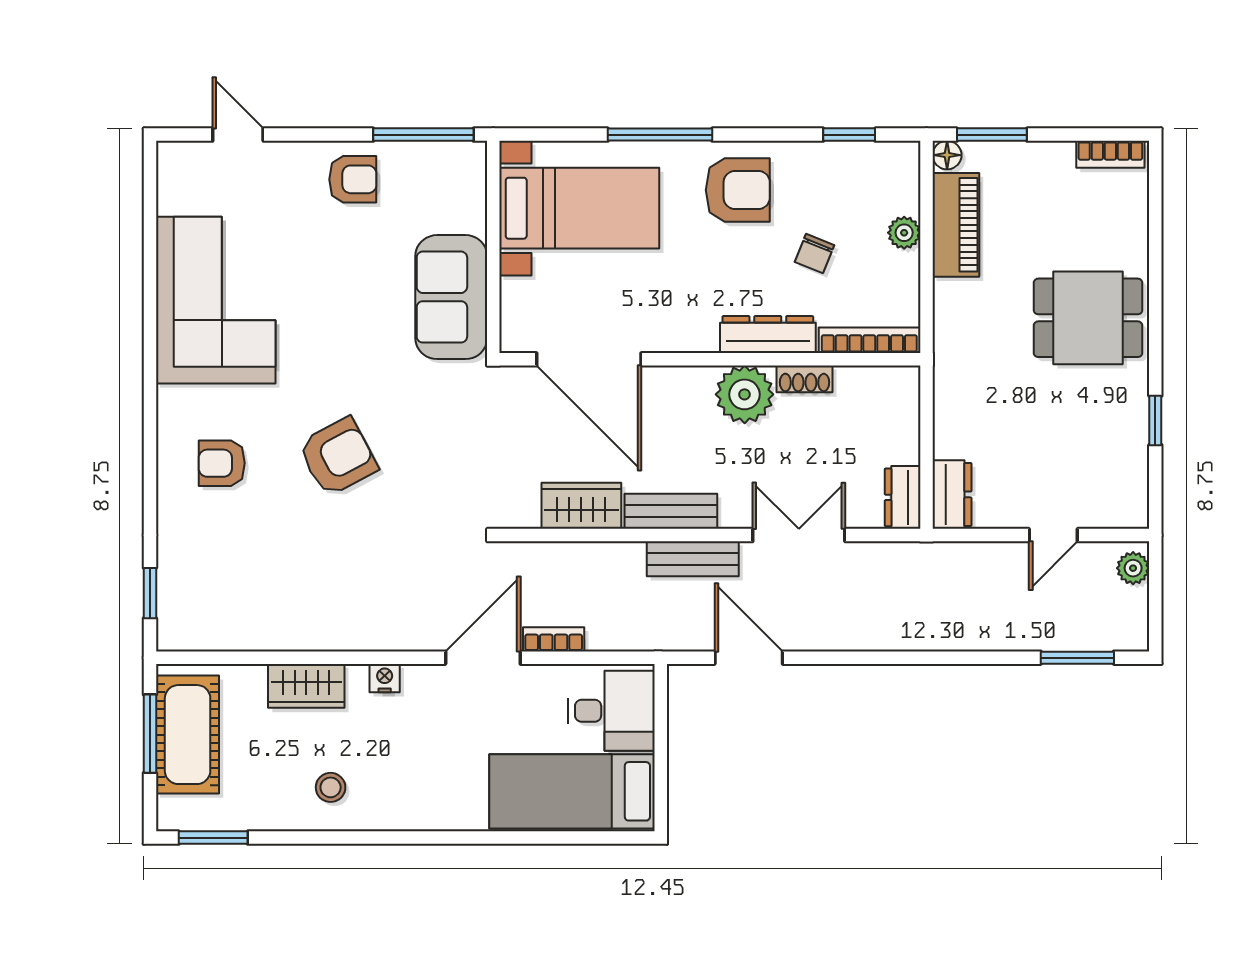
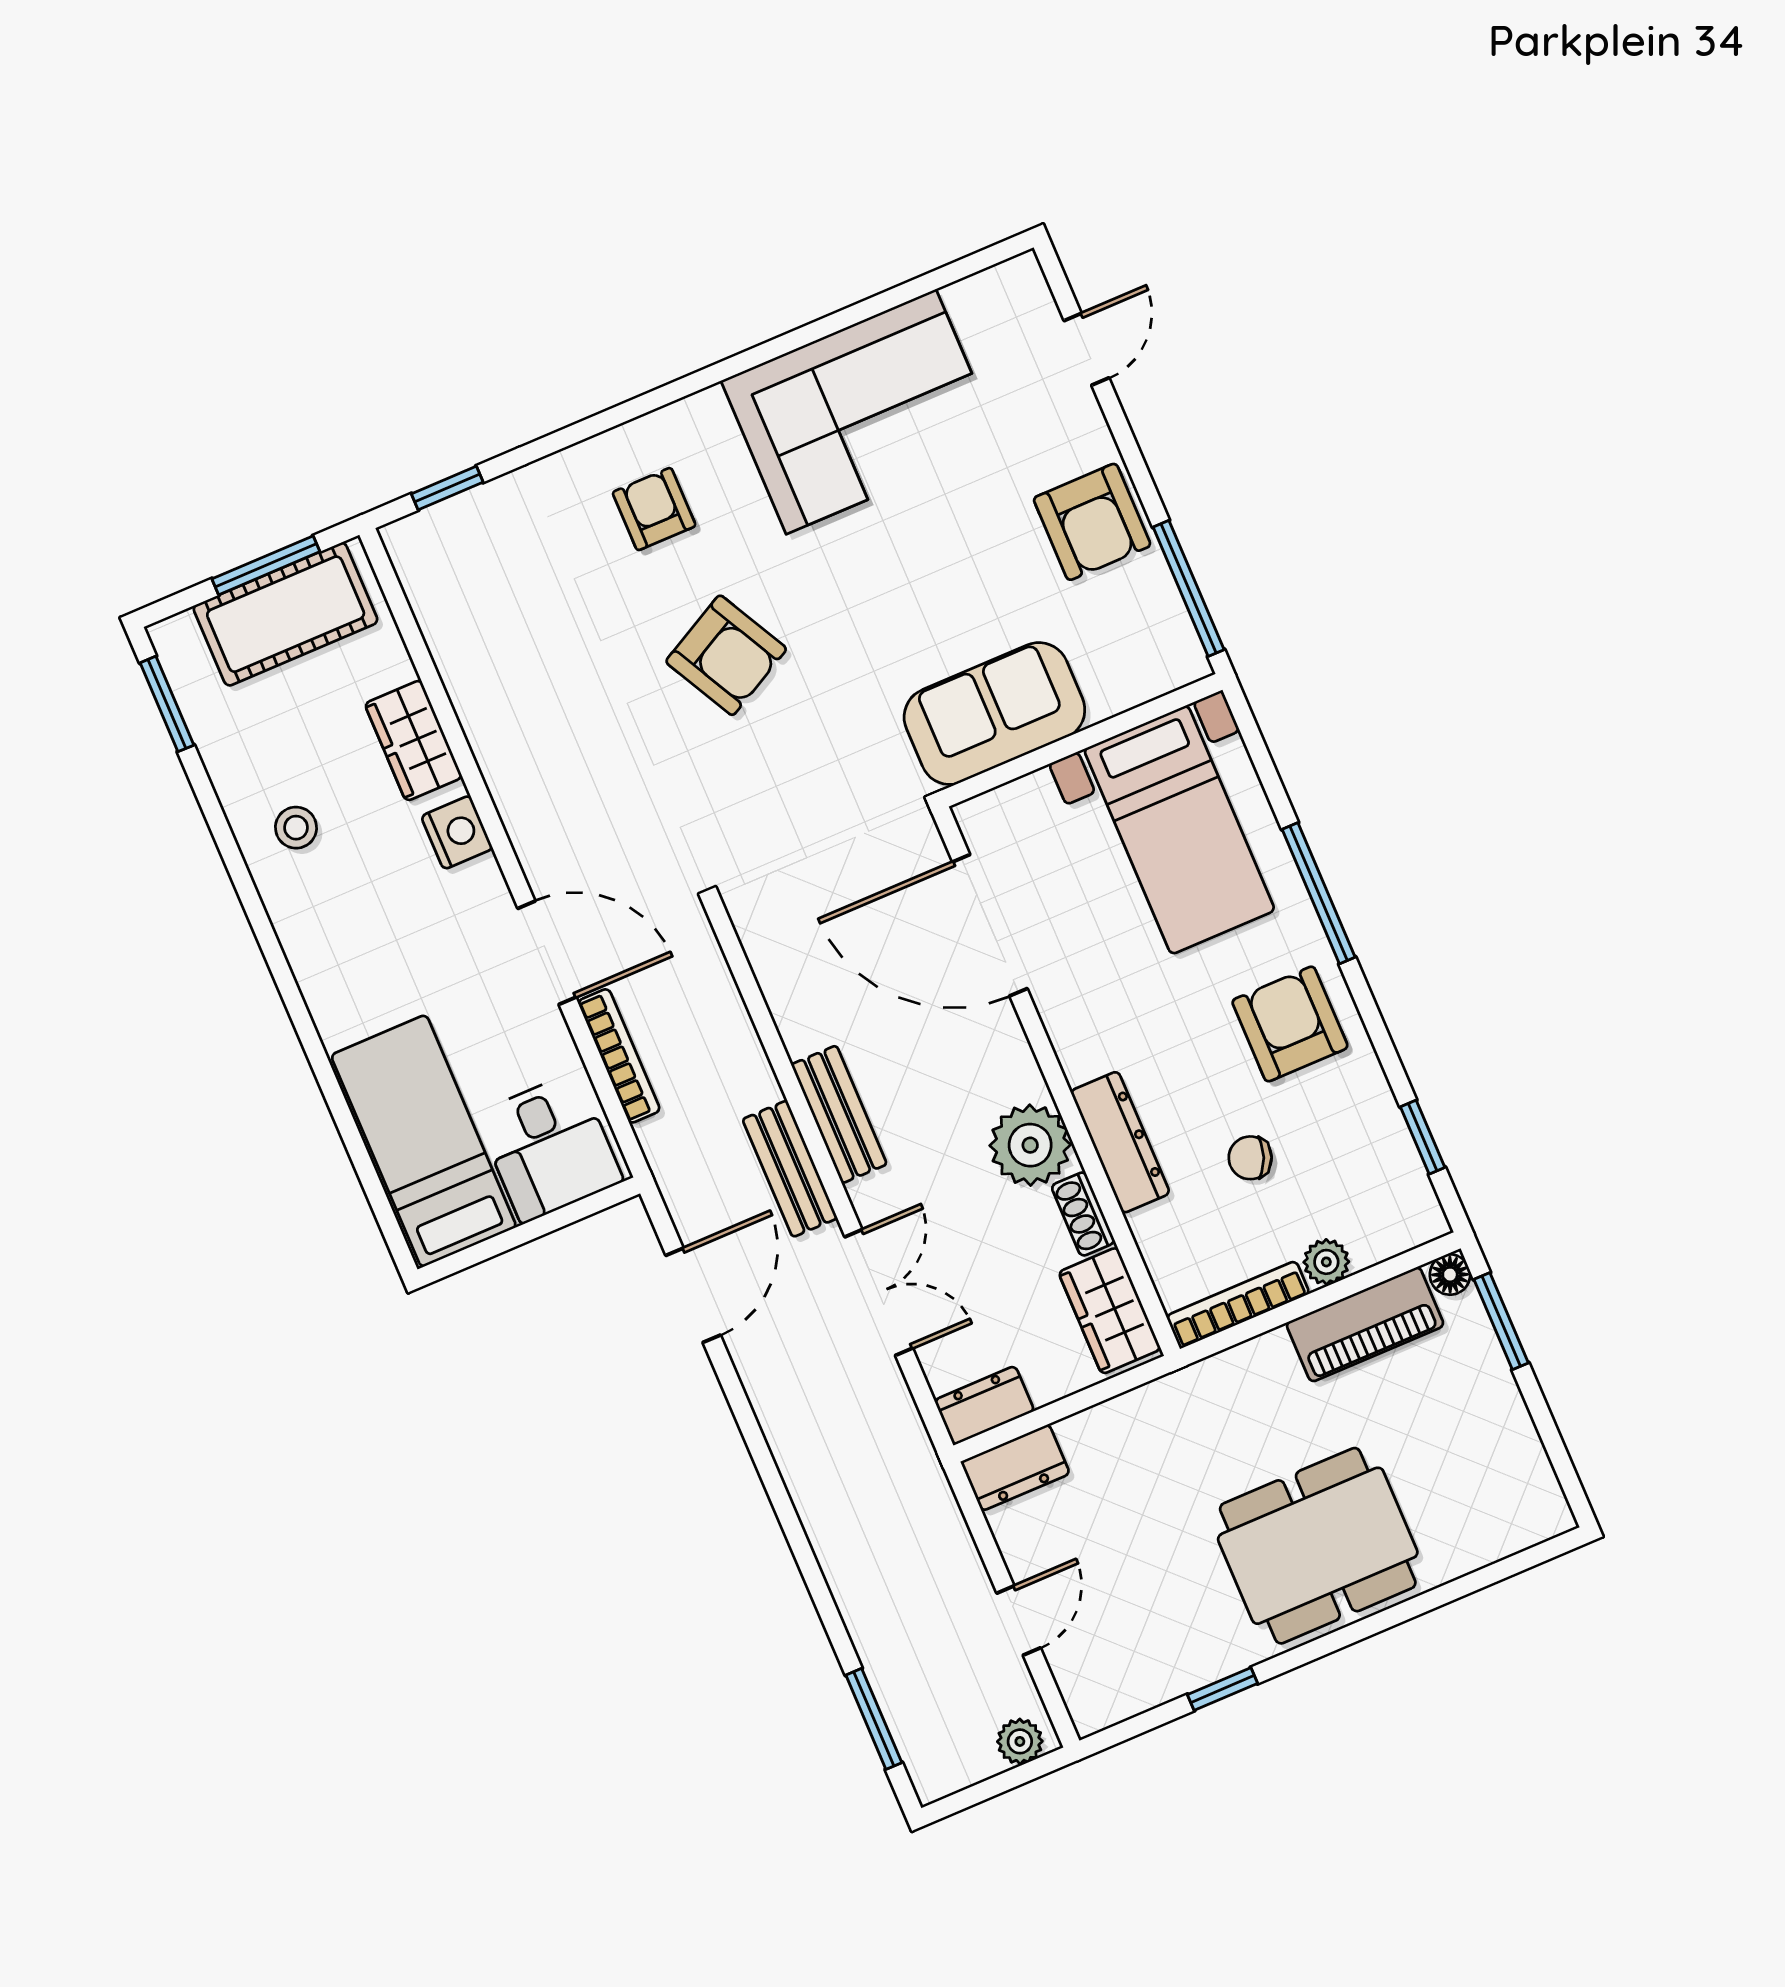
bookcase: (1110, 154) -> (1541, 1485), removed
armchair: (353, 179) -> (1092, 522), width x1.38, depth x1.38
armchair: (738, 190) -> (1290, 1024), turned 180
dining table: (1088, 318) -> (1318, 1546), width x1.38
bookcase: (869, 340) -> (1238, 1305), moved, turned -90
door: (589, 359) -> (990, 925), hinge flipped
wardrobe: (581, 506) -> (1110, 1311), moved, turned 180
door: (1053, 535) -> (1019, 1620), swing flipped
bookcase: (554, 639) -> (619, 1056), width x1.56
nightstand: (385, 678) -> (457, 832), width x1.39, depth x1.35

